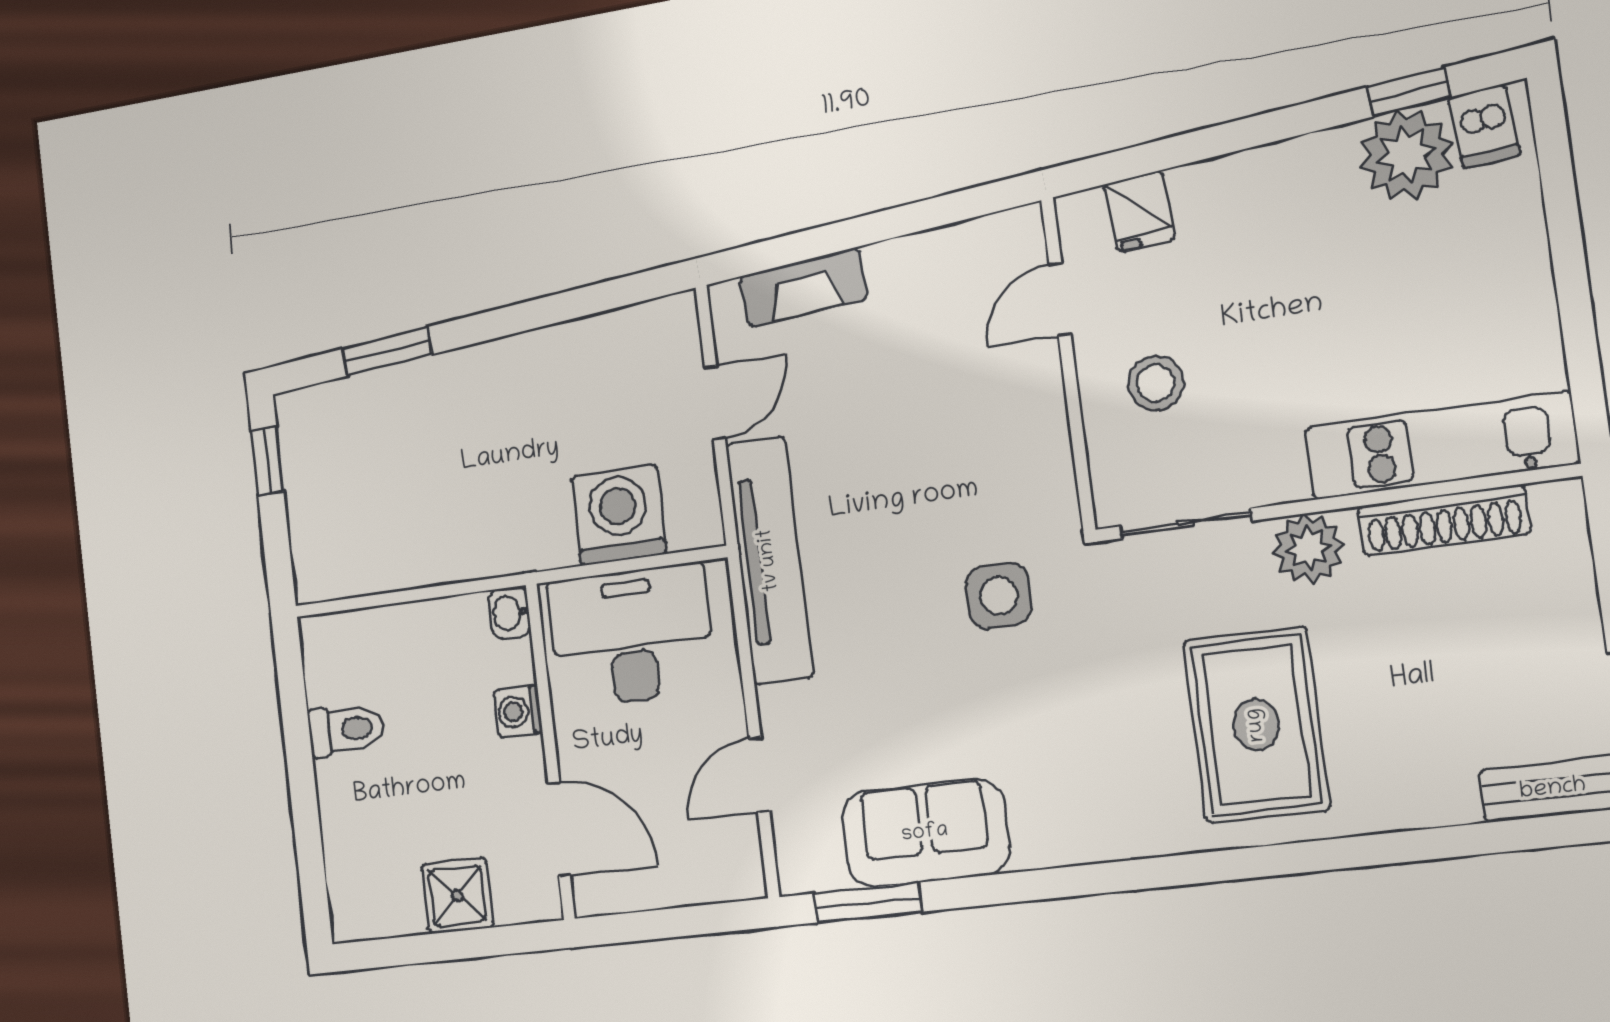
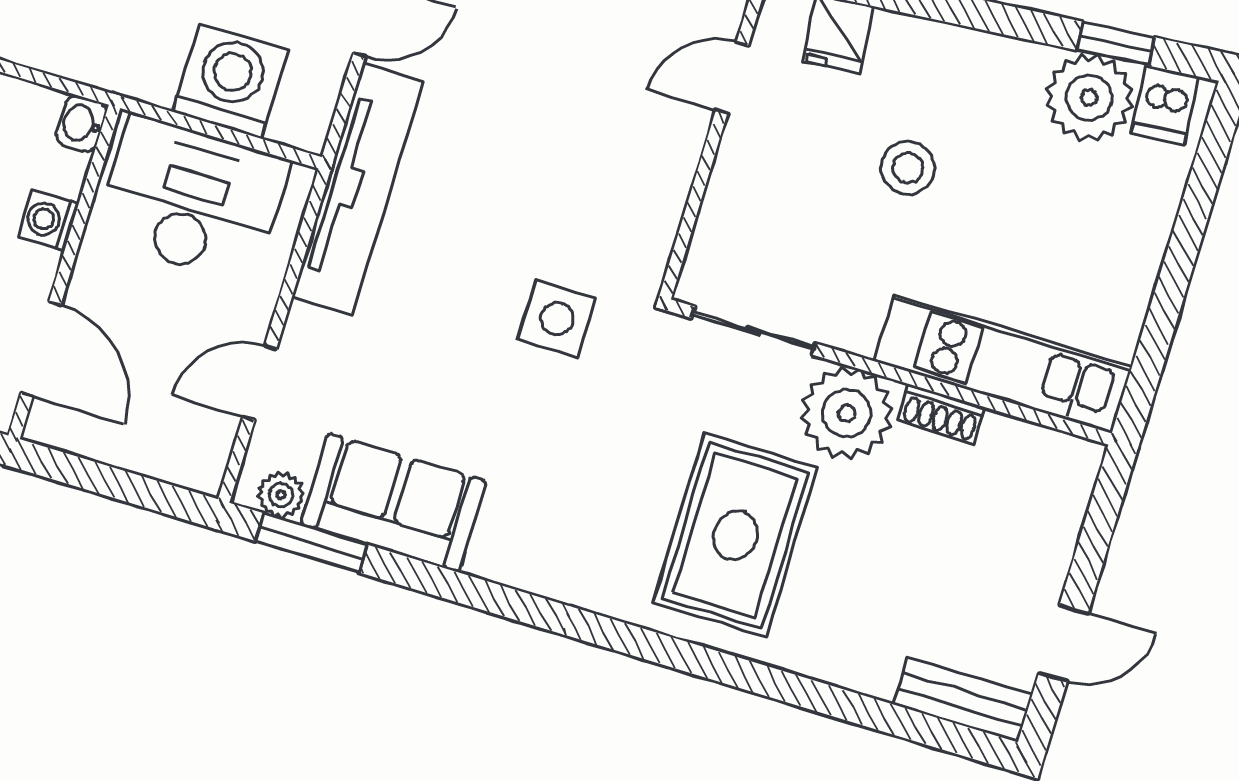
stool: (1156, 383) -> (908, 168), moved
shoe rack: (1443, 520) -> (941, 414), width x0.51, depth x0.81
plant: (1308, 548) -> (847, 413), width x1.36, depth x1.36
plant: (822, 870) -> (281, 495), added

